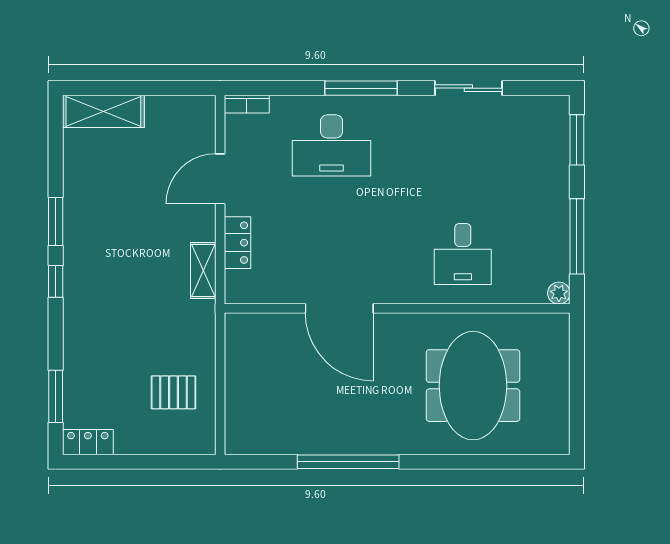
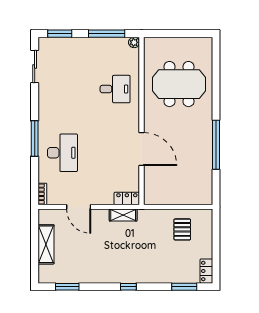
sliding door: (468, 88) -> (35, 67), moved
shelving: (103, 111) -> (46, 244), moved
window: (56, 222) -> (67, 287), moved
locker: (237, 243) -> (127, 198), moved
door: (339, 308) -> (142, 149), hinge flipped

